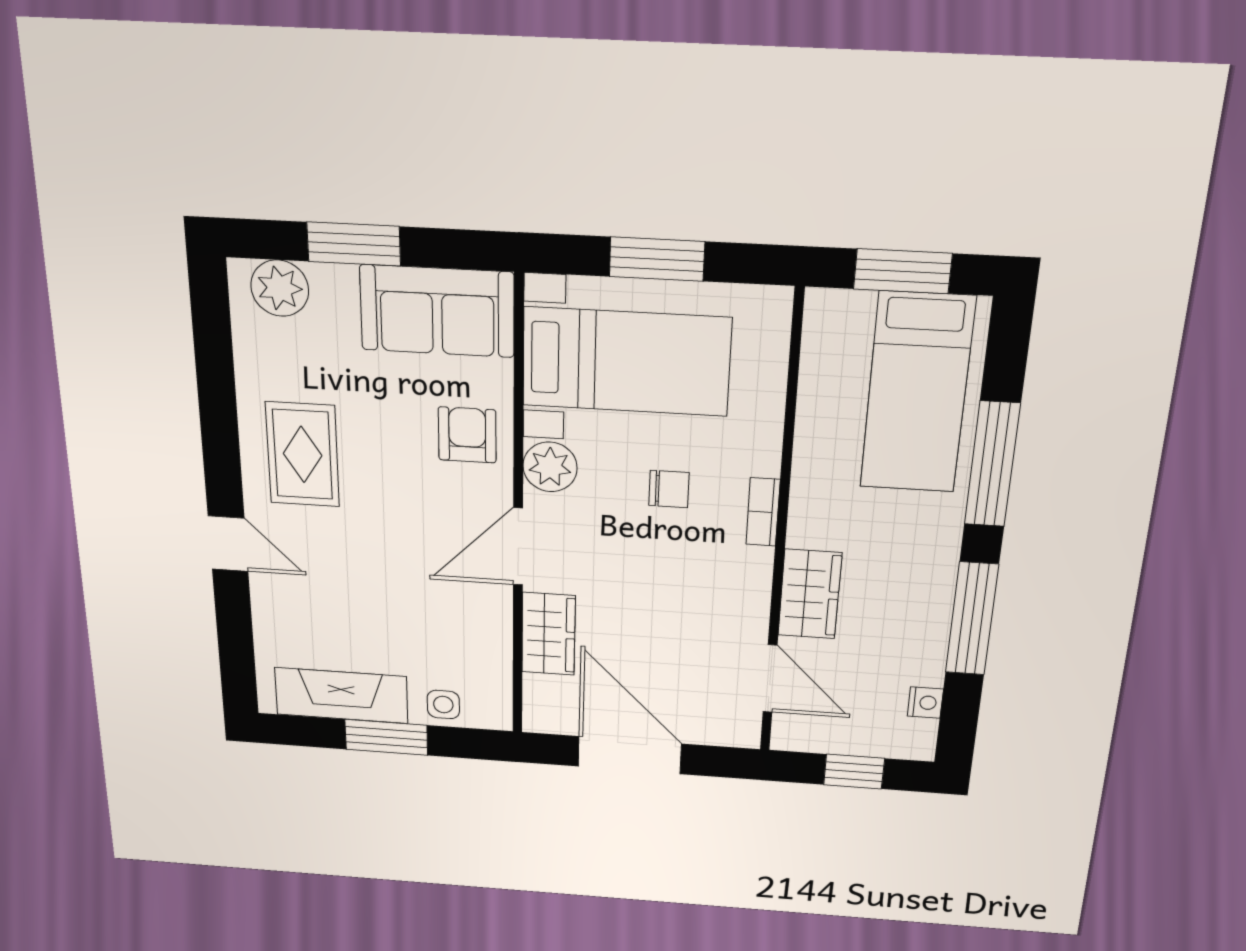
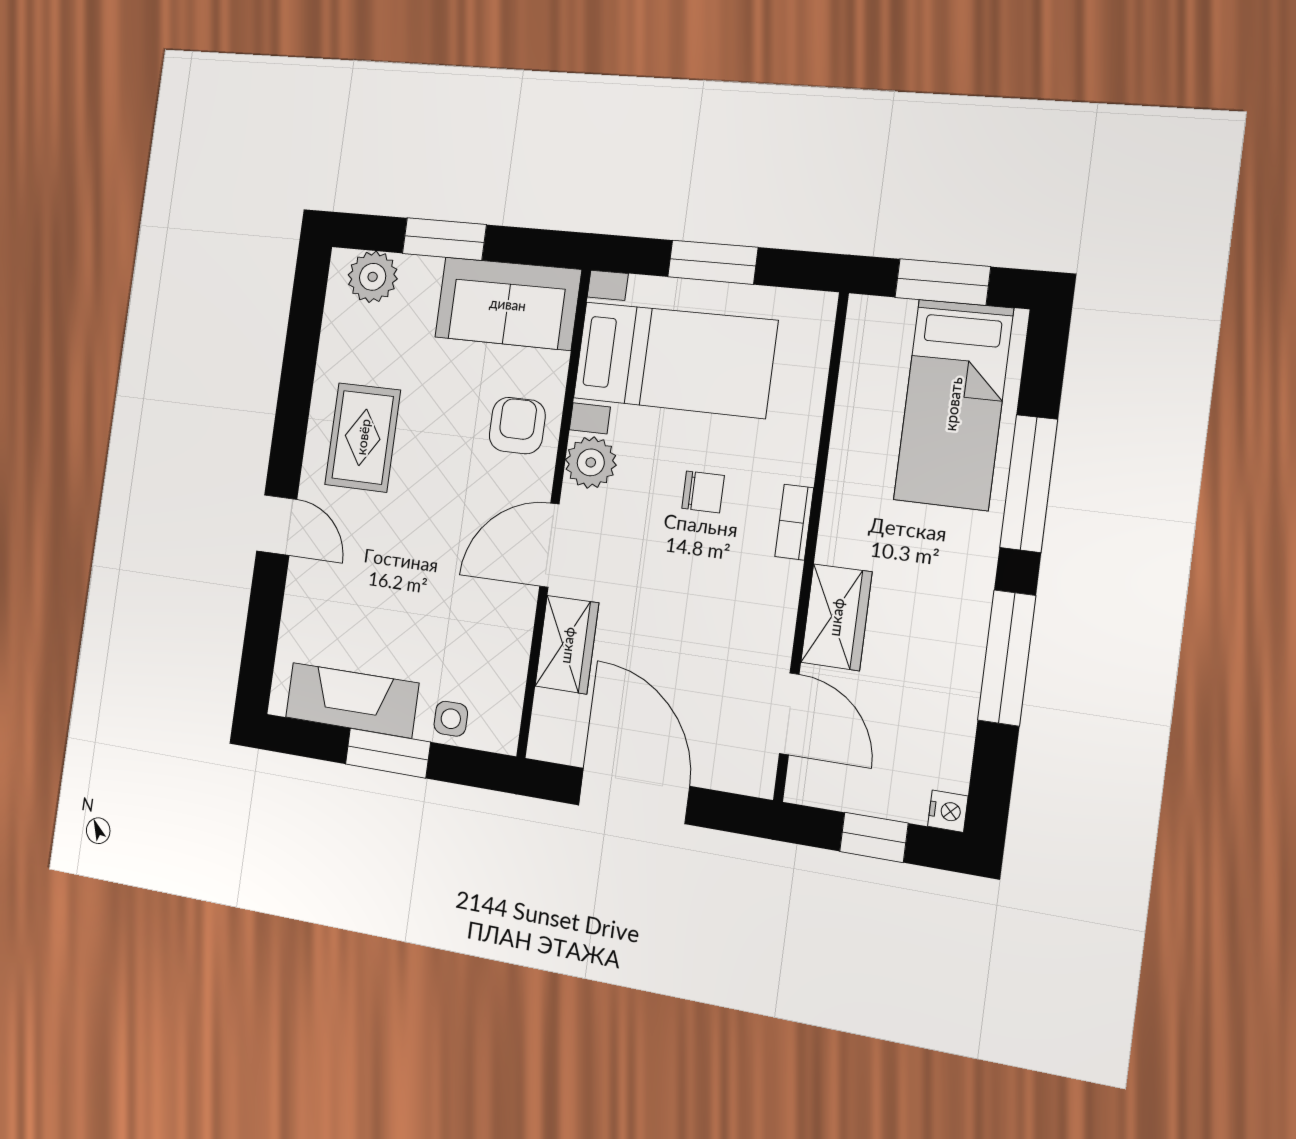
nightstand: (925, 703) -> (948, 811), moved

